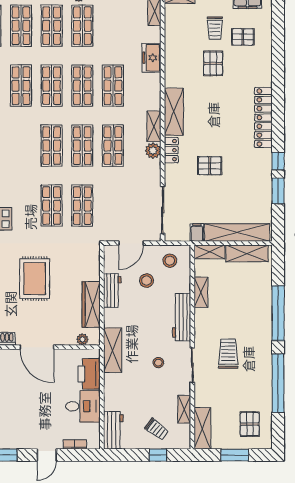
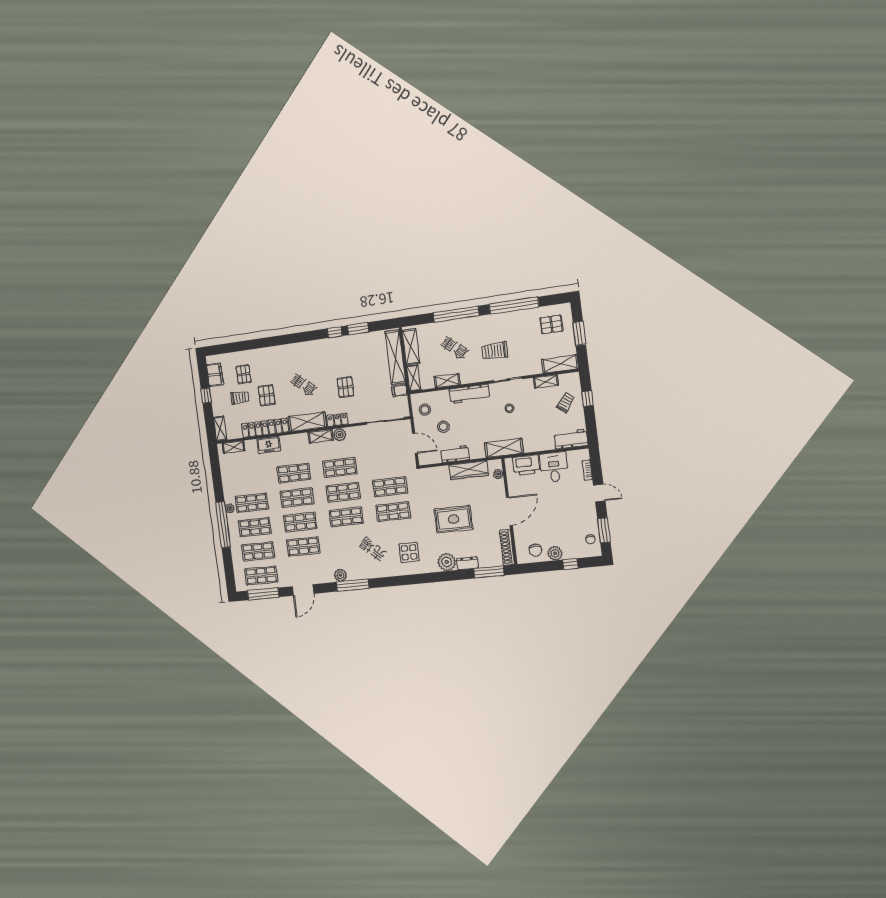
pallet: (213, 63) -> (267, 395), turned 90
locker: (263, 117) -> (265, 428), moved, turned 180

